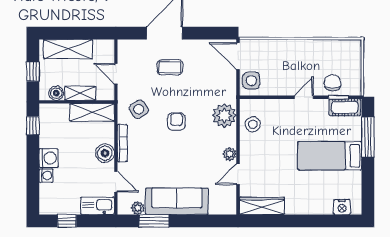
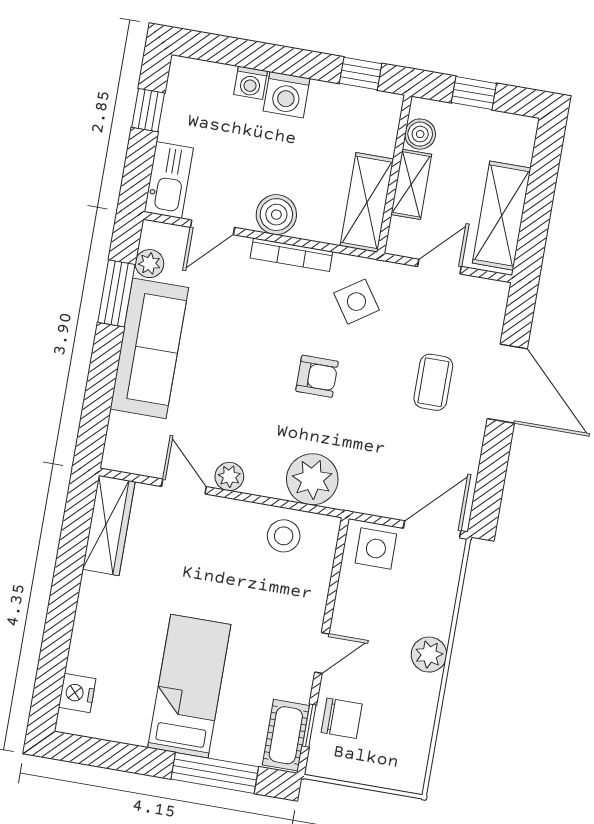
plant: (296, 48) -> (429, 655), added
shelving: (68, 49) -> (502, 216), moved
door: (304, 97) -> (322, 653), hinge flipped

